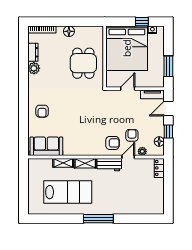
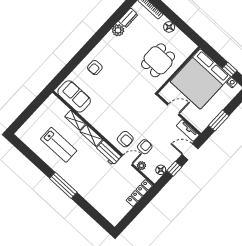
locker: (159, 168) -> (139, 193), width x1.53
lab bench: (68, 192) -> (59, 145), width x0.73, depth x0.72

